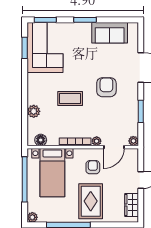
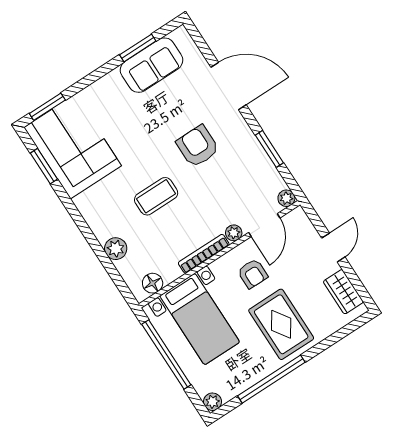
window: (85, 20) -> (138, 48), moved
armchair: (93, 167) -> (253, 274), turned 180

